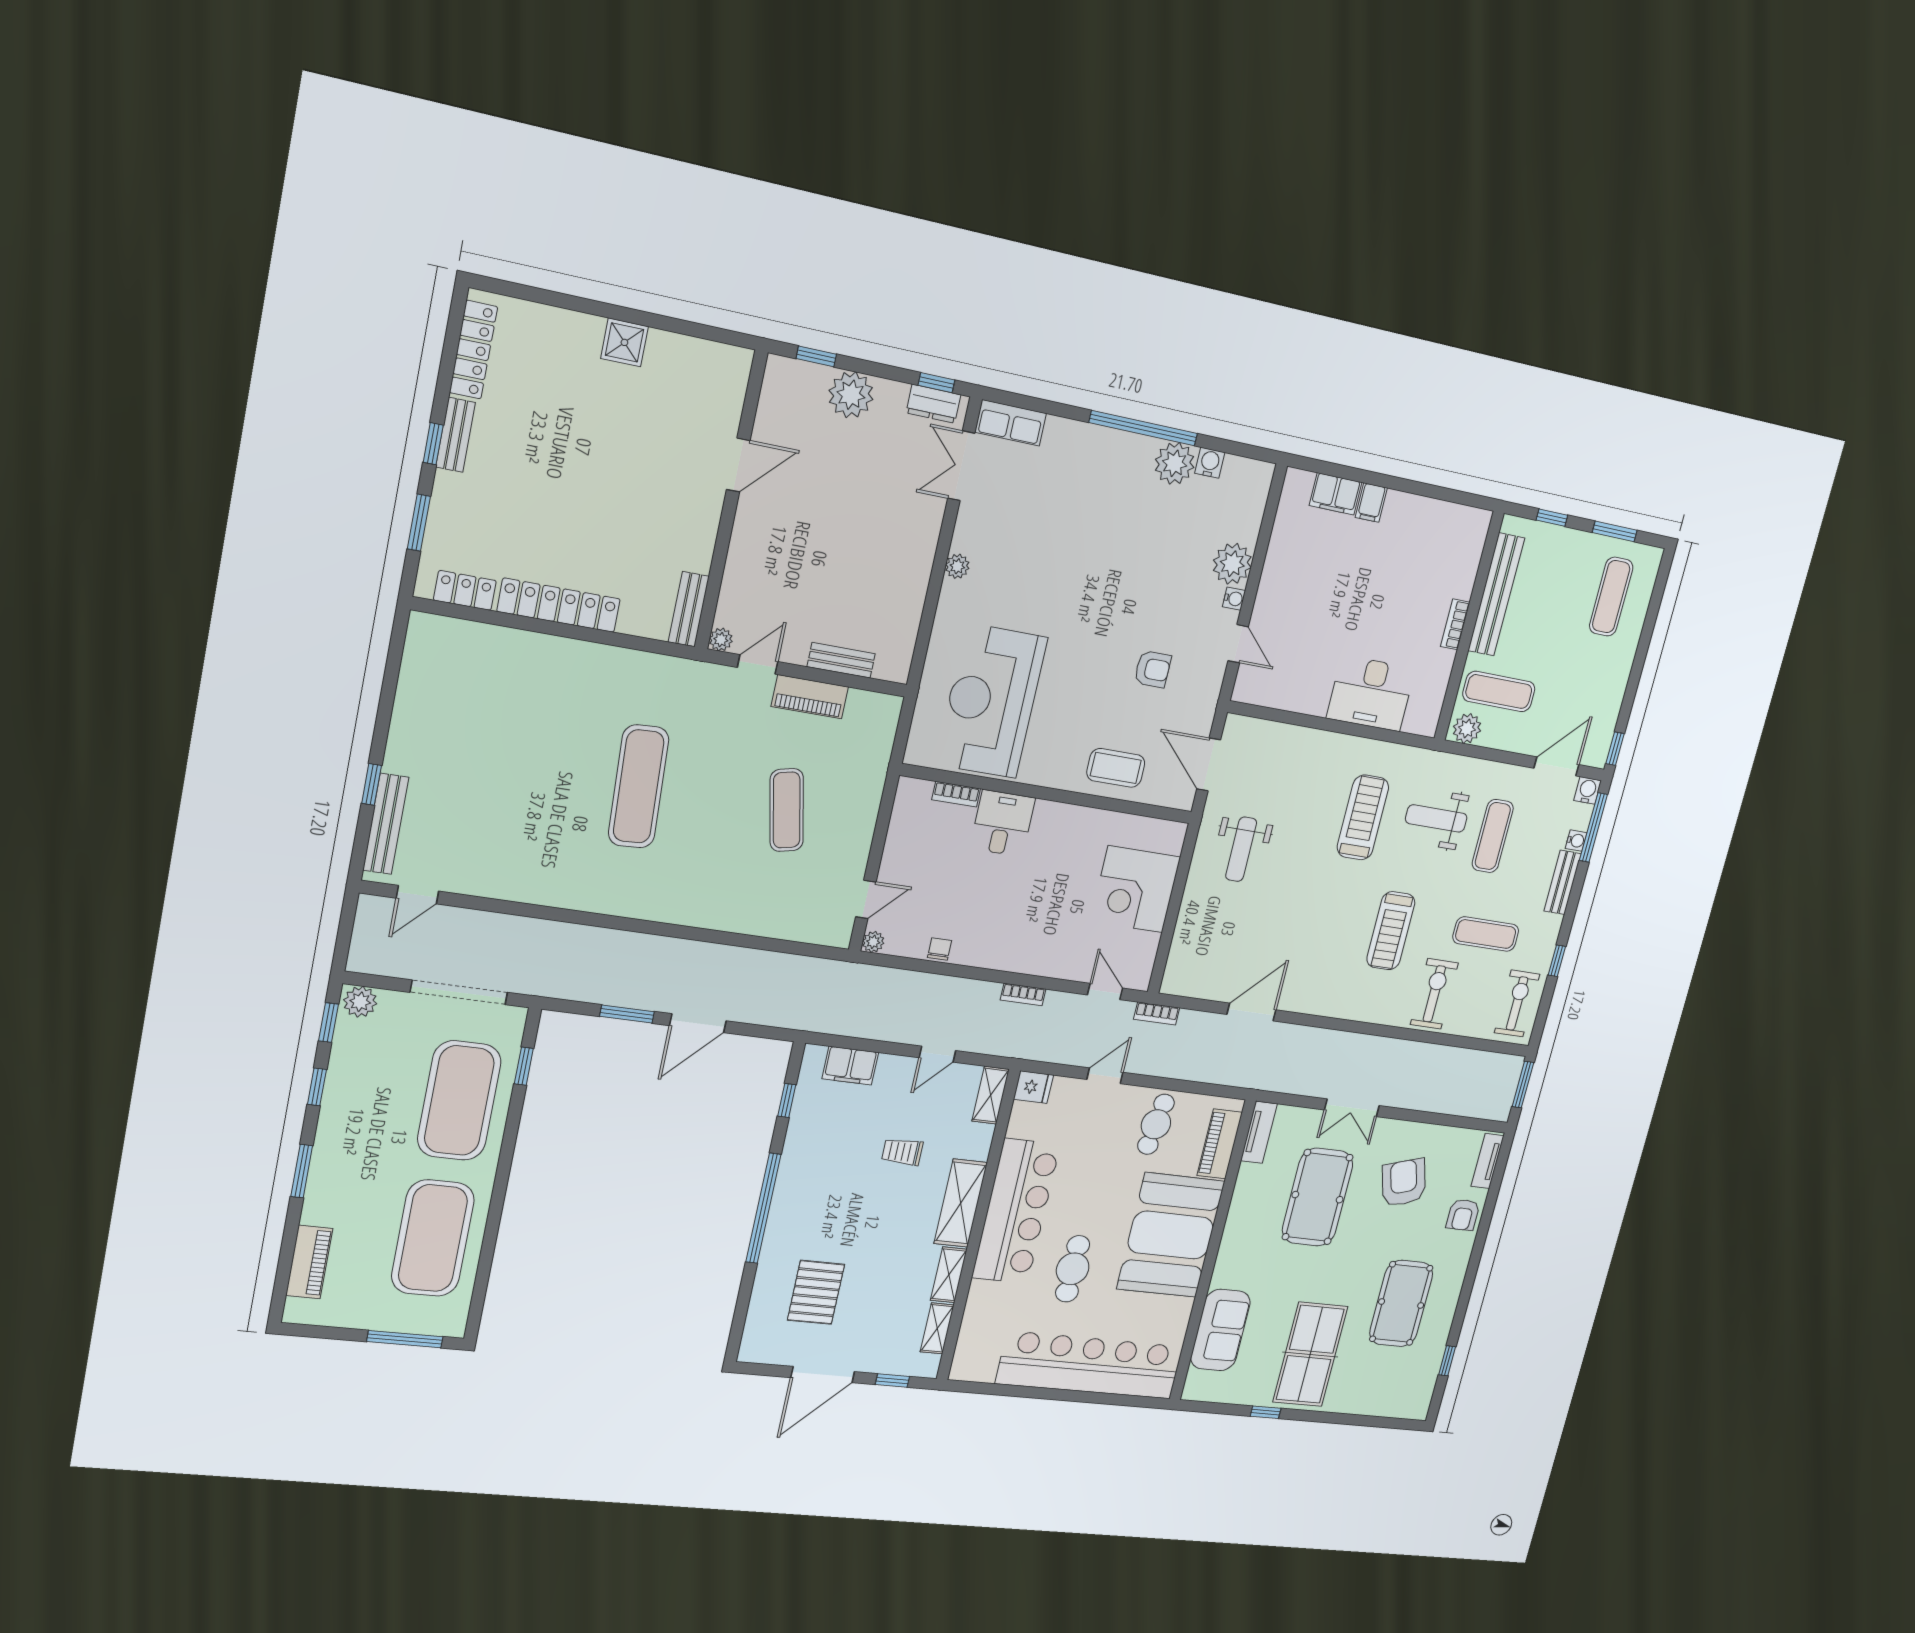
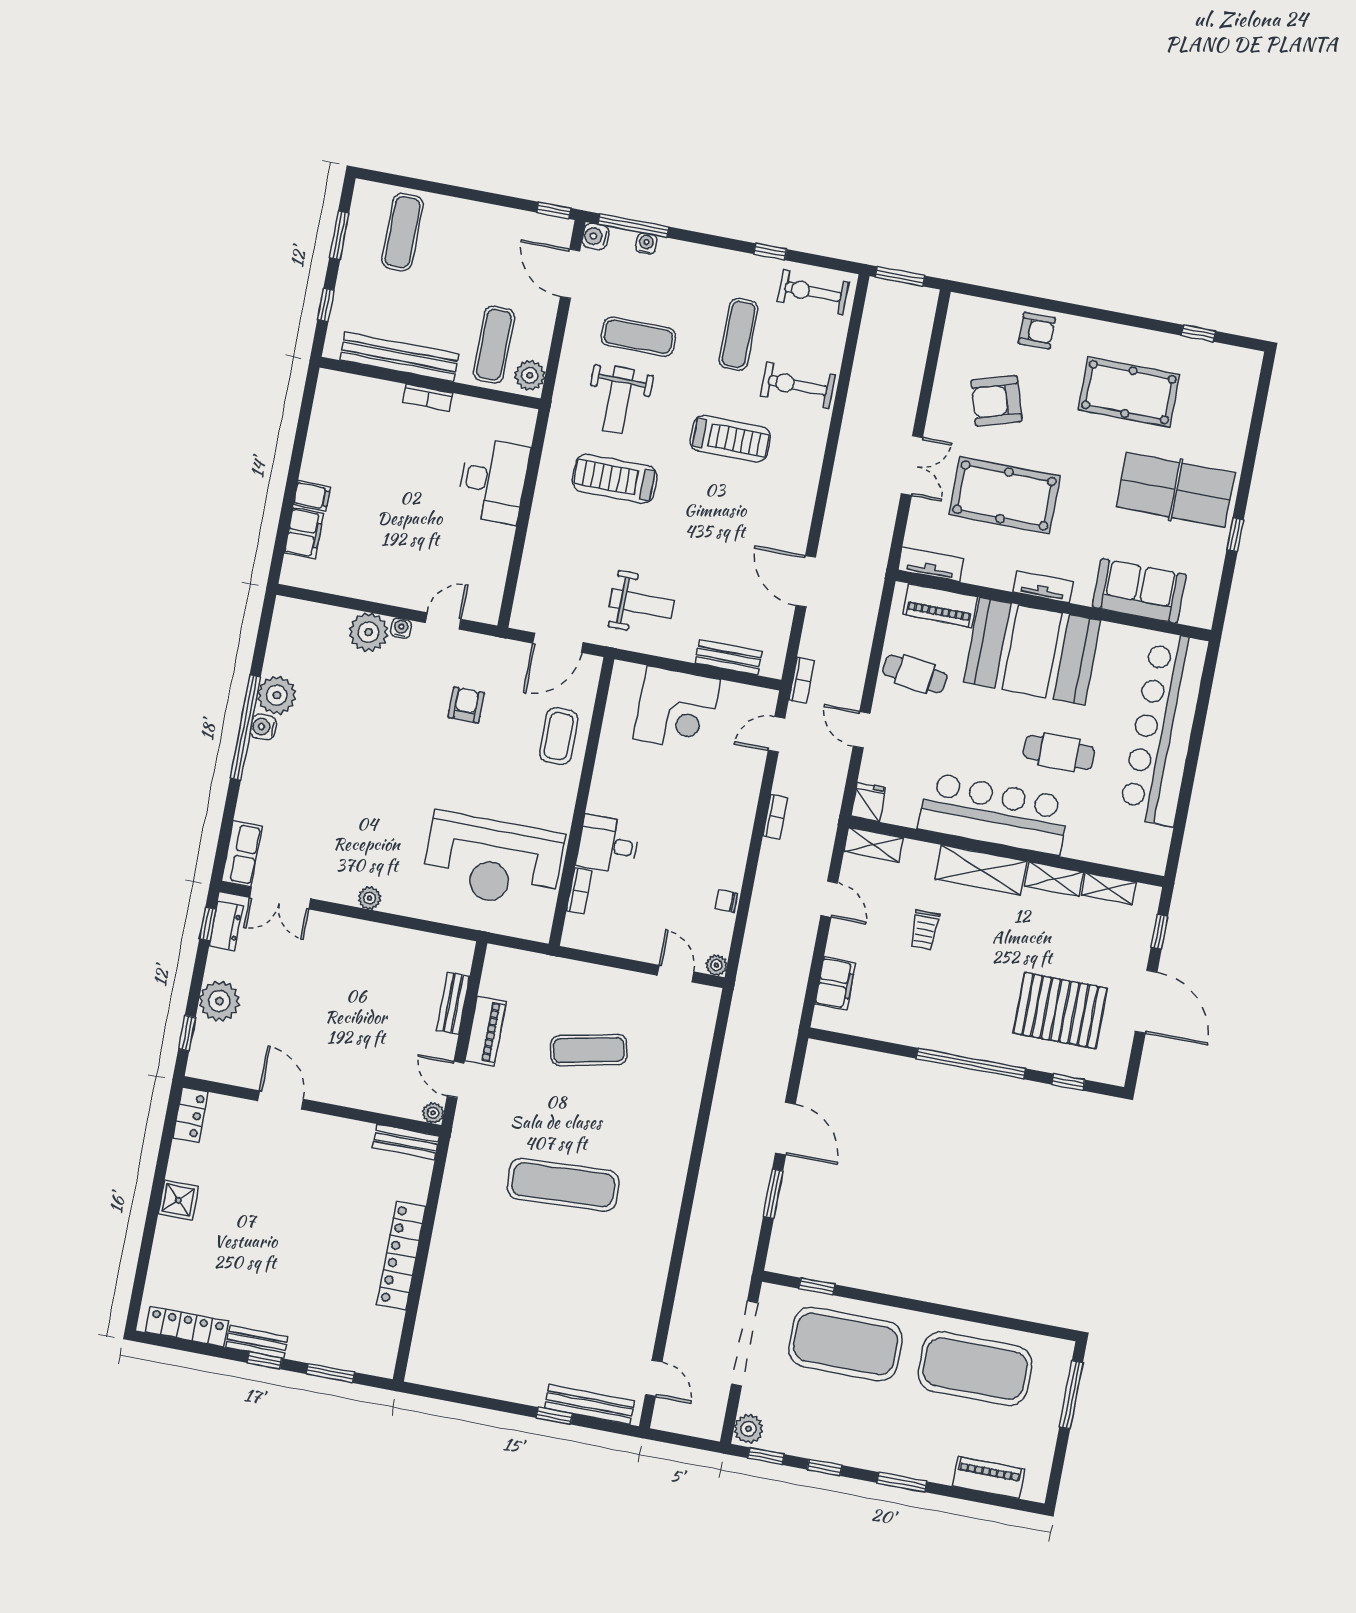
water cooler: (1210, 463) -> (263, 727), moved
locker: (465, 590) -> (190, 1115), moved, turned 180
exercise mat: (1611, 597) -> (402, 232), turned 90
bench: (1563, 882) -> (729, 657), moved
window: (787, 1100) -> (1068, 1082), moved
tv unit: (1487, 1161) -> (1043, 587), moved, turned 180
pallet: (816, 1292) -> (1060, 1011), width x1.37, depth x1.41

